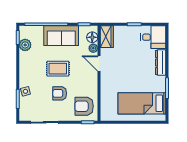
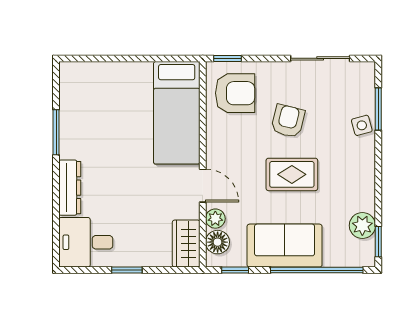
armchair: (60, 93) -> (288, 121), turned -76
bed: (142, 103) -> (177, 113), moved, turned 90

